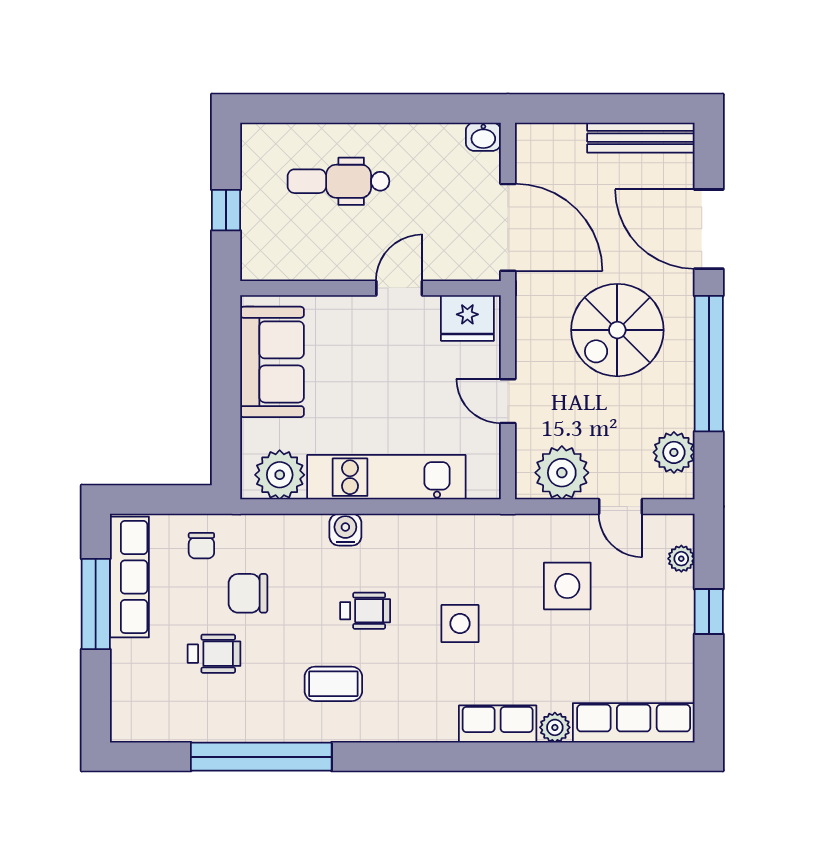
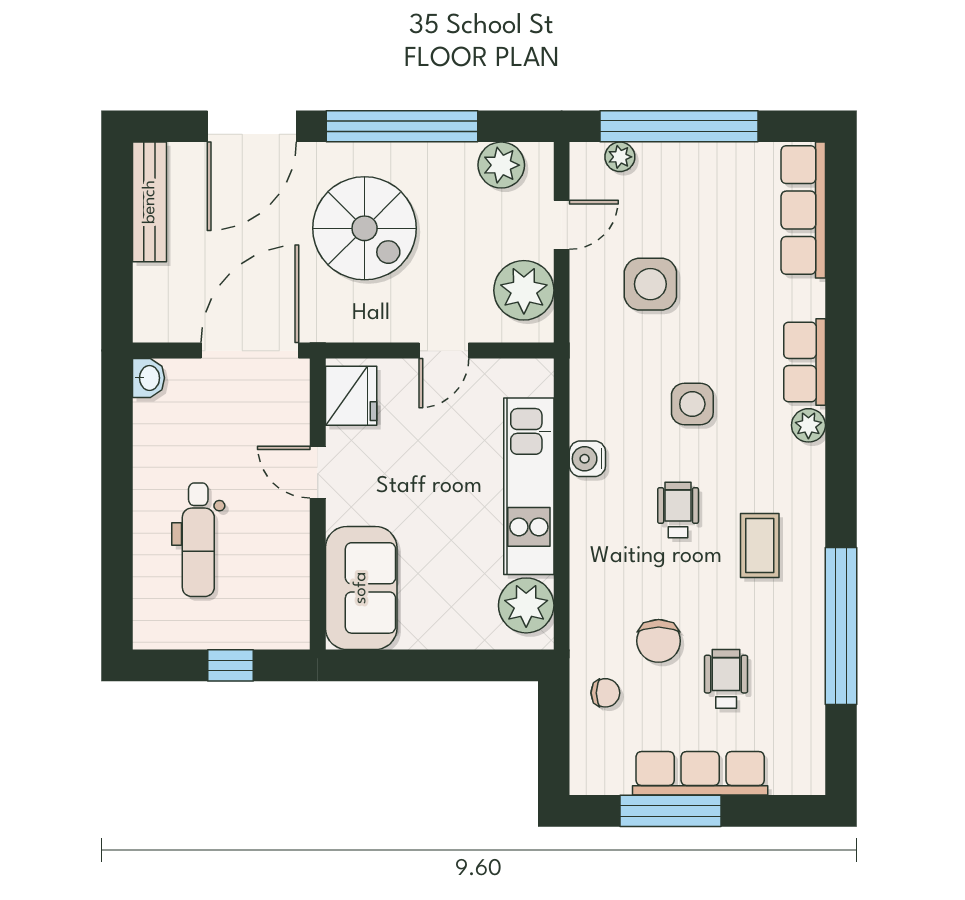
sofa: (272, 362) -> (361, 588), moved, turned 90
water cooler: (345, 530) -> (587, 459), moved
row of seats: (129, 577) -> (700, 773), moved
window: (709, 611) -> (679, 126), width x3.17
plant: (555, 727) -> (808, 425), moved

